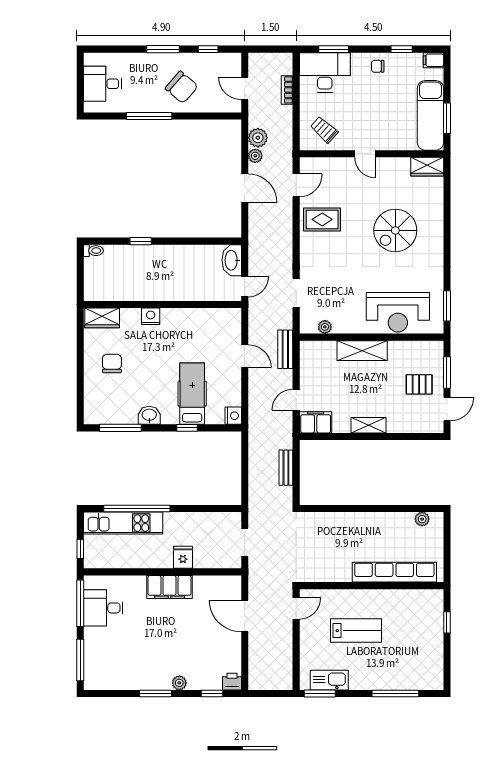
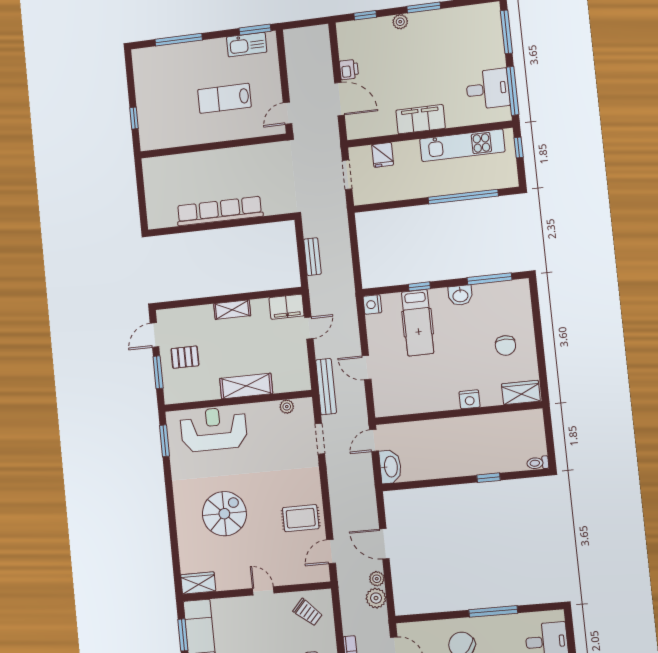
bench: (285, 349) -> (326, 387), width x1.36
plant: (422, 519) -> (169, 220), removed
kitchen unit: (123, 523) -> (462, 145), moved, turned 180
fridge: (183, 557) -> (383, 155), moved
row of seats: (394, 572) -> (220, 211), moved, turned 180
printer: (232, 682) -> (349, 70), moved, turned -90

